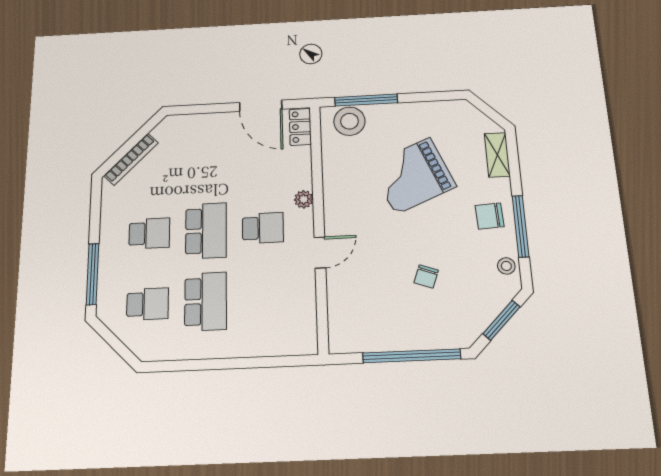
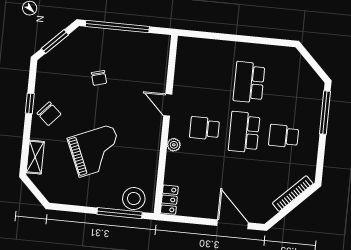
door: (261, 106) -> (233, 224), moved
chair: (490, 216) -> (49, 114), turned 45
window: (521, 226) -> (30, 103), width x0.46
door: (320, 253) -> (168, 105), hinge flipped
stool: (506, 266) -> (45, 77), removed
chair: (426, 276) -> (99, 78), turned 145
school desk: (148, 304) -> (289, 86), removed

